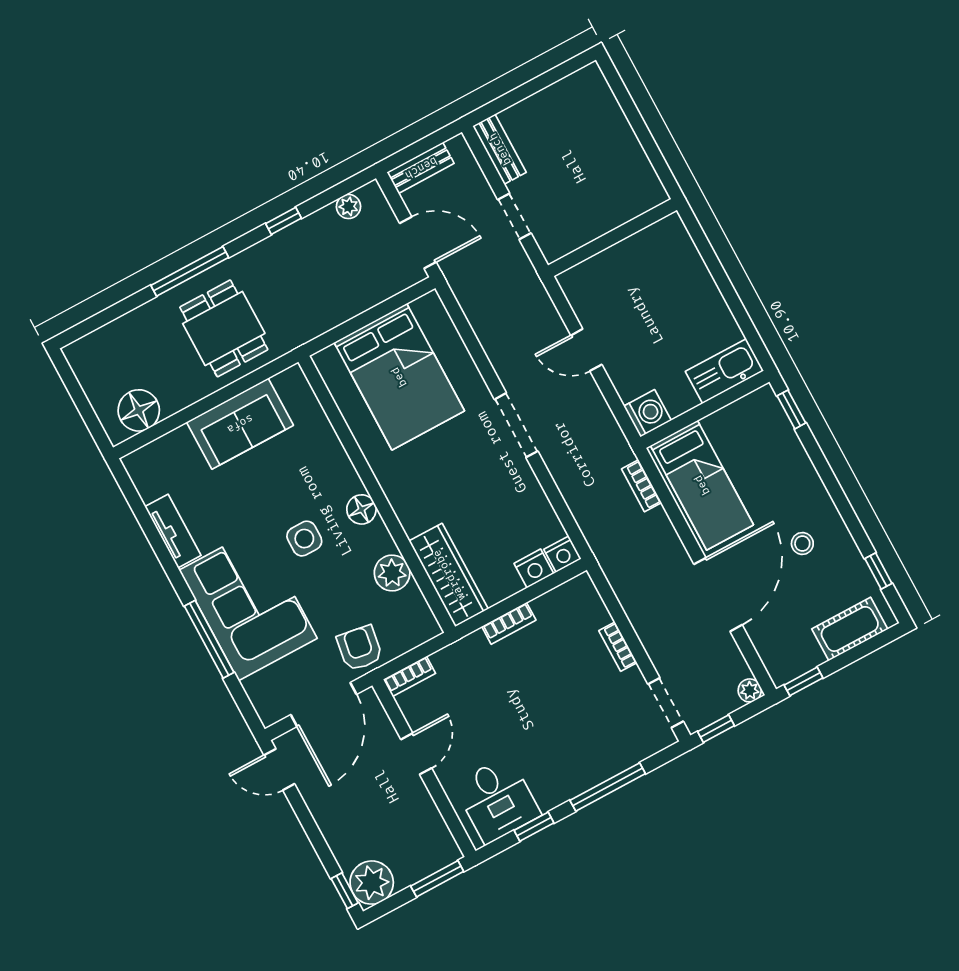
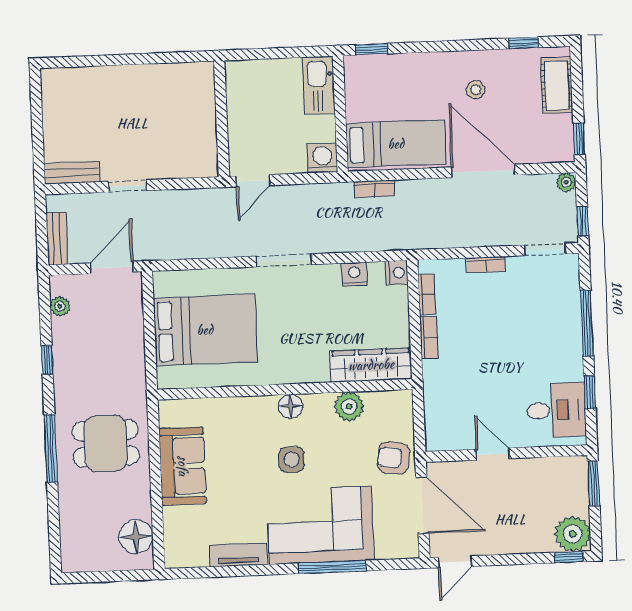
wall: (612, 238) -> (222, 119), moved
nightstand: (534, 569) -> (354, 274), moved, turned -90
bookcase: (409, 676) -> (427, 294), moved

